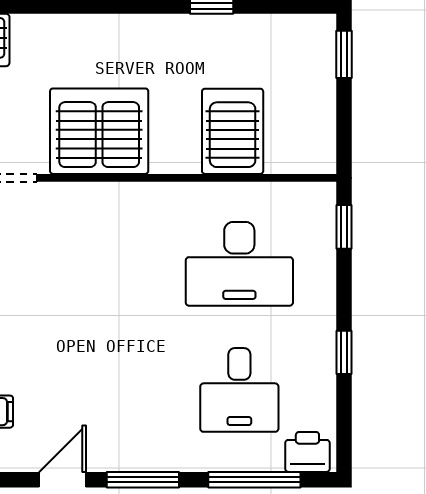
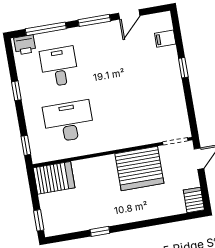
server rack: (233, 131) -> (54, 178), moved, turned -90

